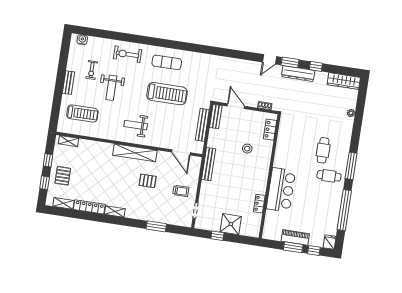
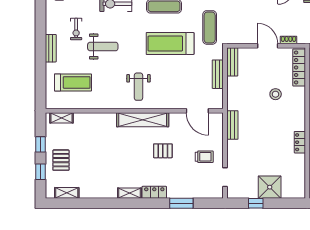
exercise mat: (202, 86) -> (210, 27), added
weight bench: (111, 88) -> (103, 46), turned -90
treadmill: (167, 94) -> (170, 44), turned 180
door: (236, 106) -> (268, 46), moved
weight bench: (136, 125) -> (138, 87), turned -90
bench: (202, 125) -> (218, 74), width x0.73
locker: (270, 130) -> (299, 67), width x1.53
bench: (209, 164) -> (232, 125), width x0.73
locker: (259, 204) -> (300, 142), moved
locker: (89, 207) -> (154, 192), moved, width x0.66

